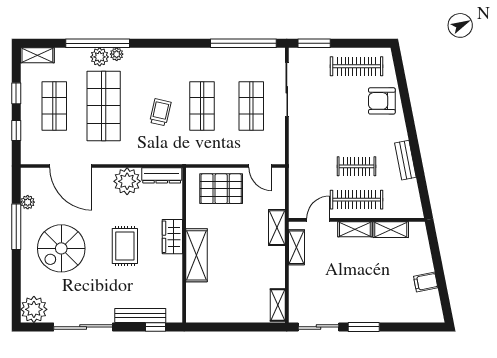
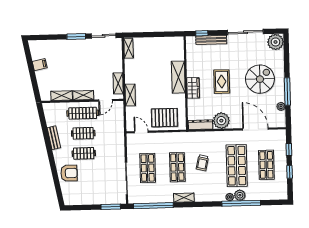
shelving: (37, 55) -> (184, 198), moved
clothes rail: (357, 66) -> (84, 153), moved, width x0.73

